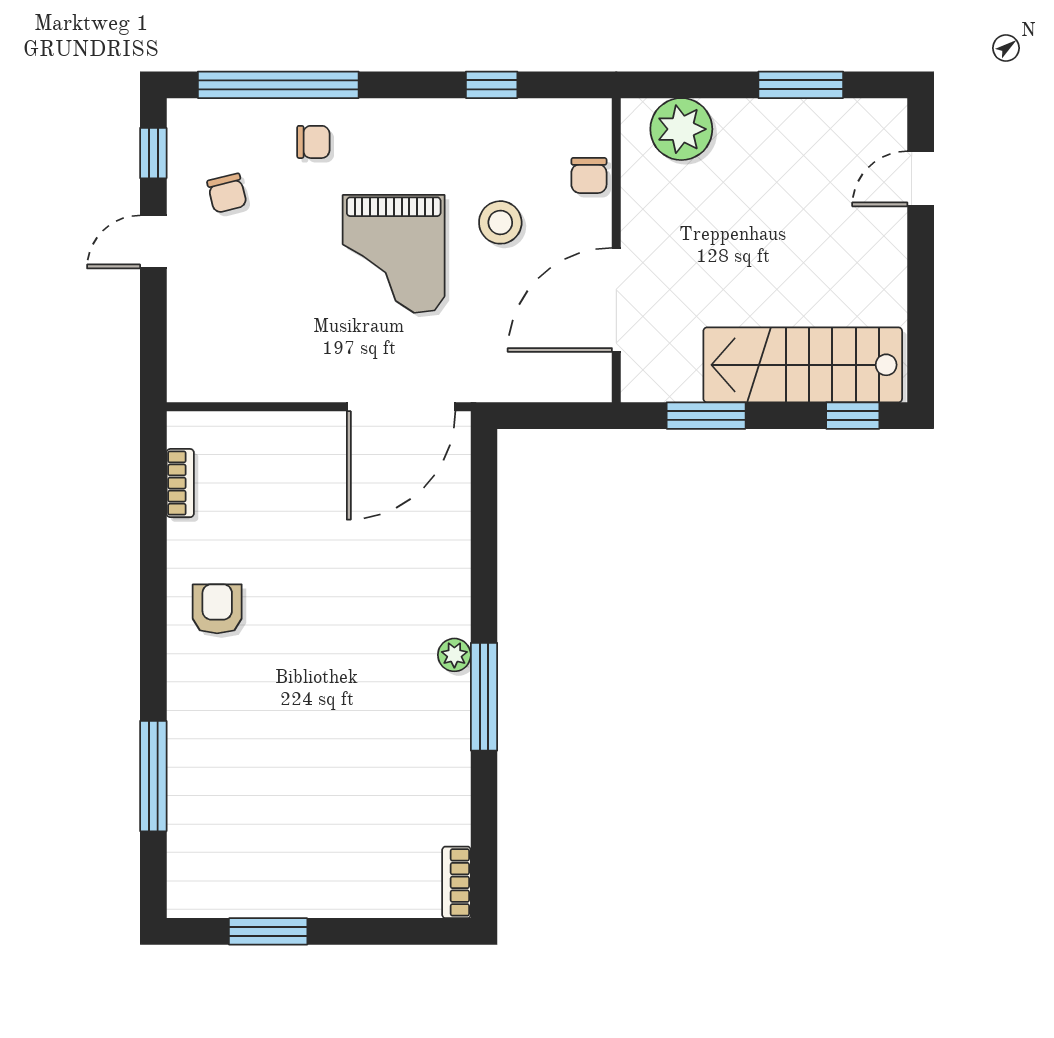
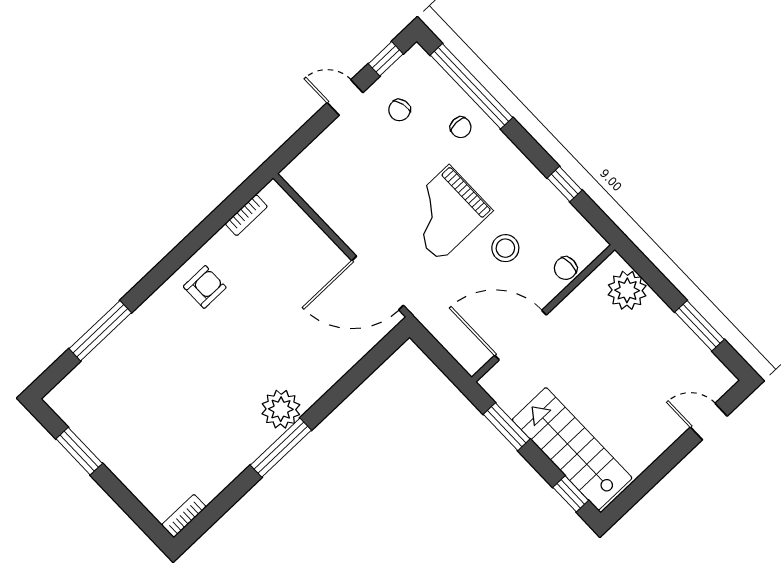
plant: (454, 655) -> (281, 409), width x1.88, depth x1.88

